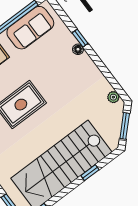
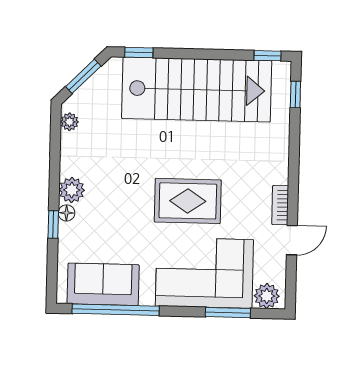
plant: (85, 63) -> (72, 190), added
window: (90, 173) -> (139, 52), moved

